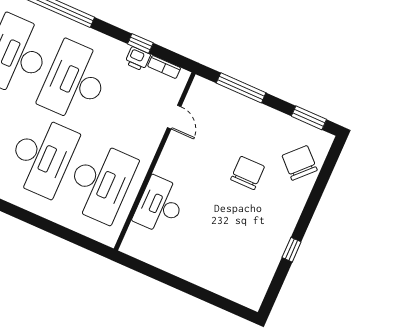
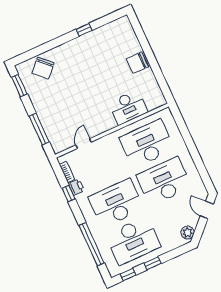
desk: (75, 81) -> (116, 203), turned 180
chair: (248, 173) -> (137, 63), moved

